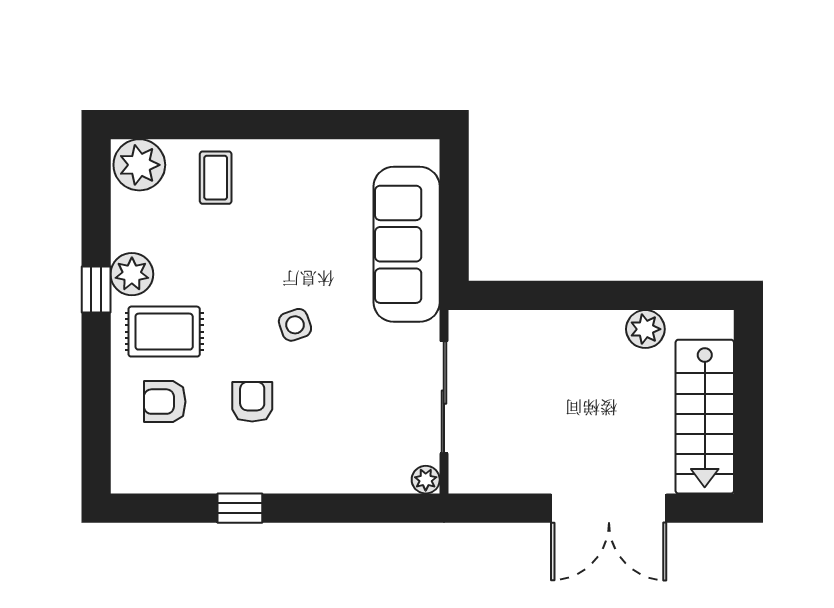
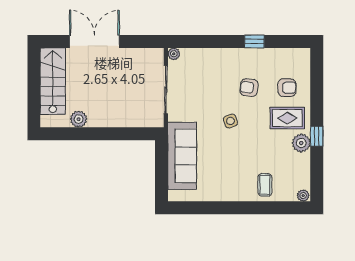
plant: (139, 165) -> (303, 196), width x0.53, depth x0.53
armchair: (252, 402) -> (249, 88), turned 98

